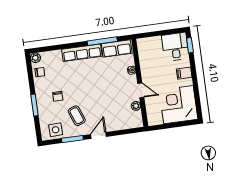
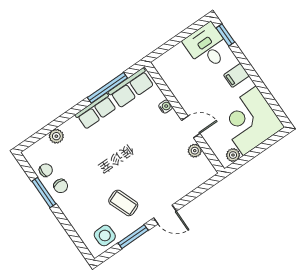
row of seats: (82, 53) -> (96, 111), width x0.68
plant: (35, 58) -> (56, 136), moved
chair: (58, 96) -> (61, 186), moved
window: (35, 105) -> (44, 192), moved
plant: (158, 120) -> (233, 155), added
door: (98, 135) -> (165, 214), swing flipped

